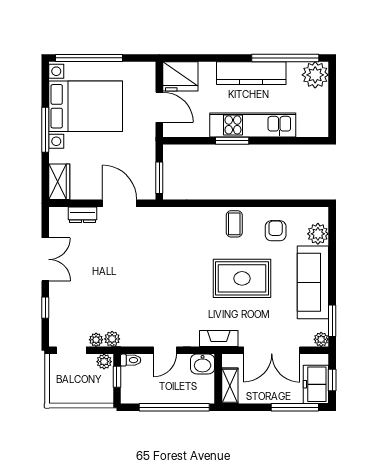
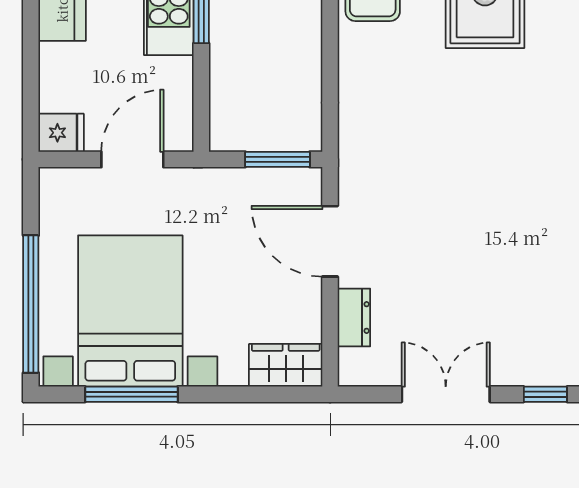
fridge: (180, 76) -> (61, 133), width x0.53, depth x0.75
window: (45, 130) -> (131, 394), moved
door: (120, 203) -> (330, 241), hinge flipped

